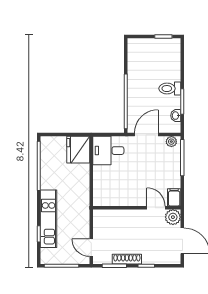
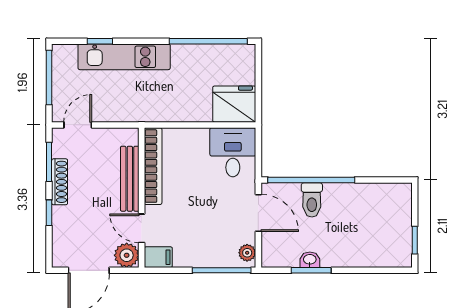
toilet: (170, 89) -> (312, 200), moved, turned 180
washbasin: (176, 116) -> (310, 260), moved
bookcase: (117, 201) -> (153, 166), added
door: (156, 208) -> (142, 228), swing flipped
bench: (125, 215) -> (130, 179), added

